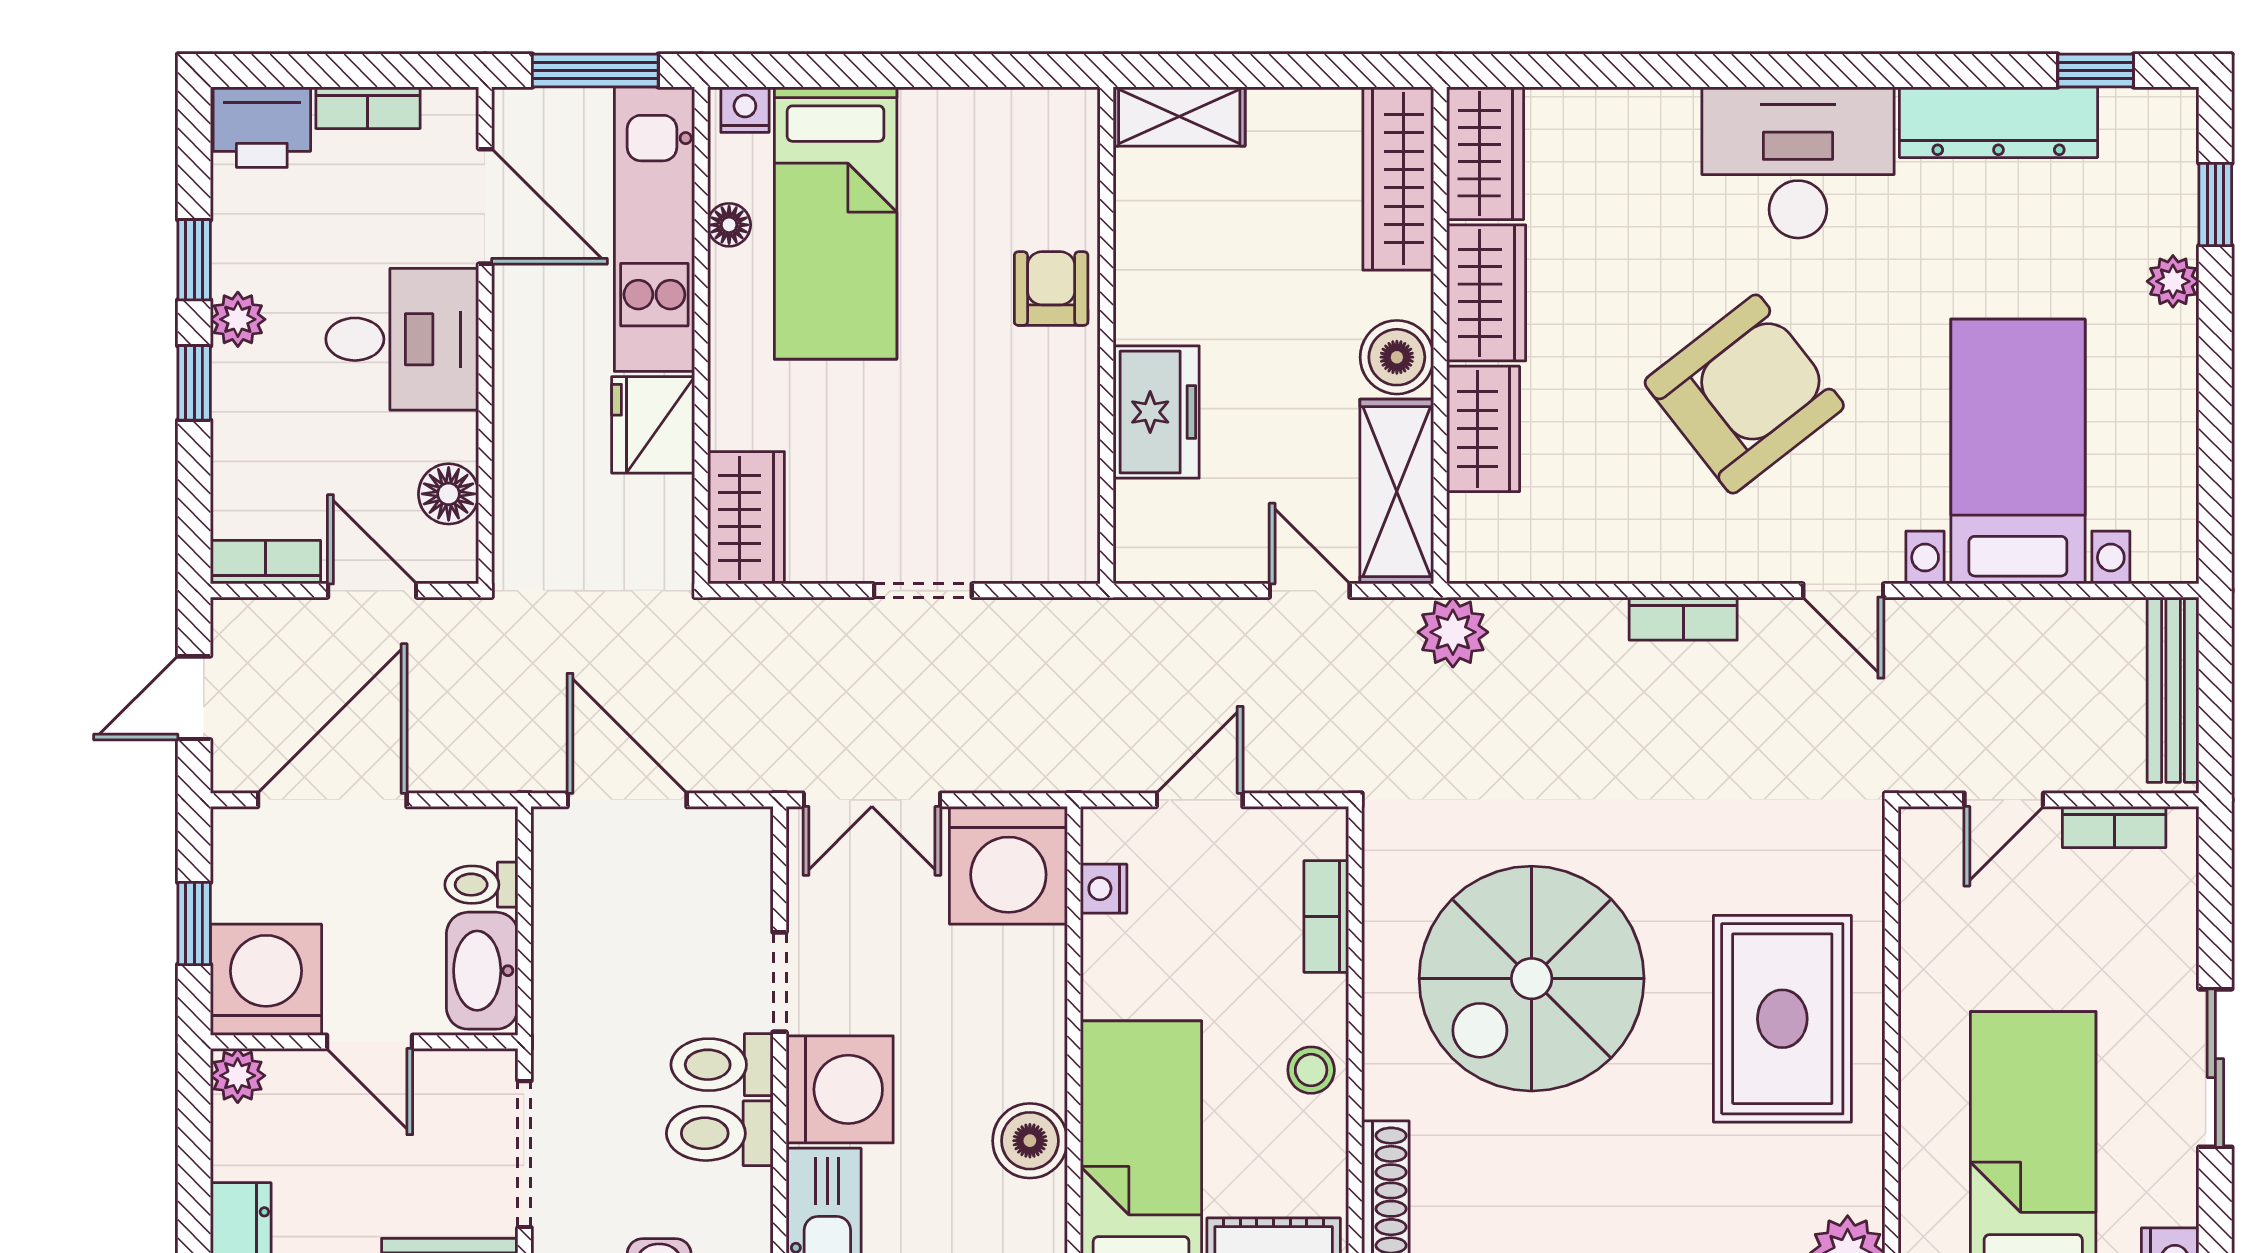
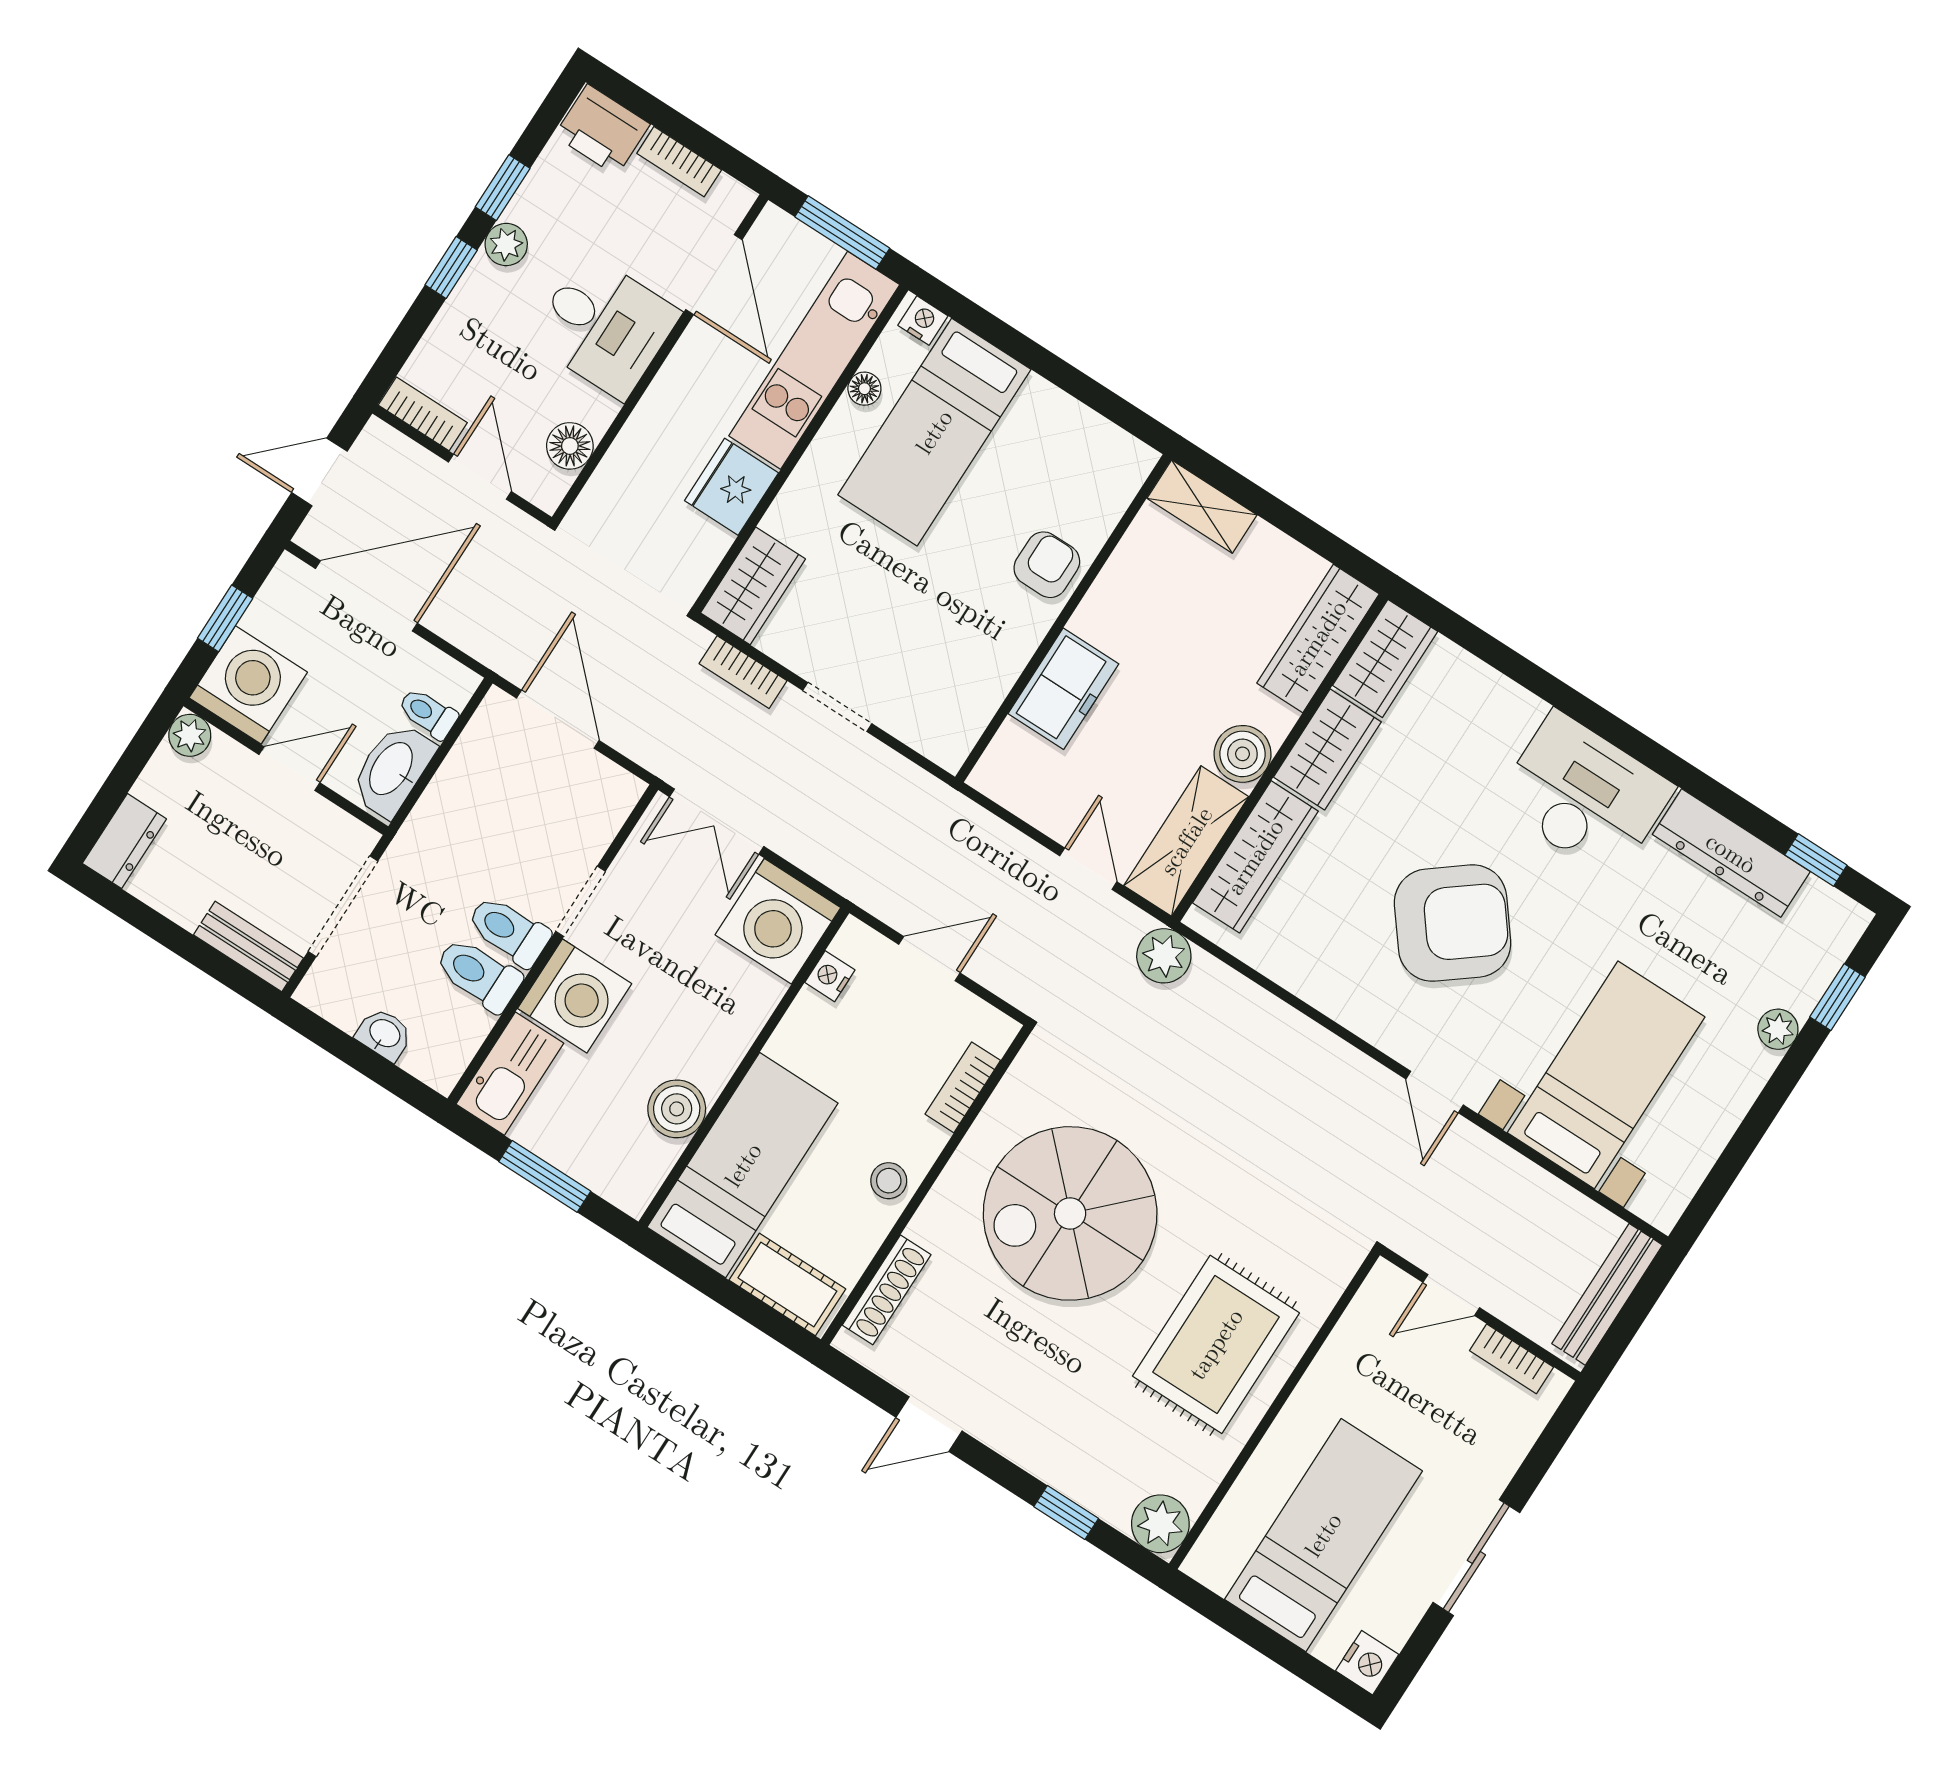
wardrobe: (1483, 429) -> (1255, 857), width x1.50
bookcase: (1683, 619) -> (743, 672), moved
door: (370, 1042) -> (289, 769), swing flipped

